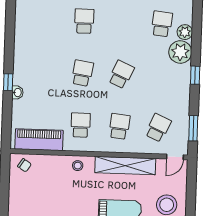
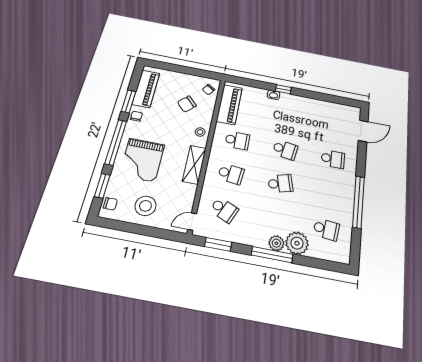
plant: (185, 32) -> (276, 243), moved
school desk: (121, 74) -> (280, 183), turned -39
window: (195, 75) -> (272, 255), width x2.17
door: (175, 157) -> (192, 222), hinge flipped
shelving: (125, 166) -> (194, 165), width x0.68
chair: (47, 185) -> (187, 104), added

